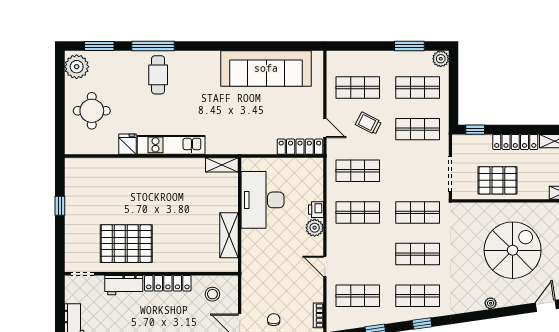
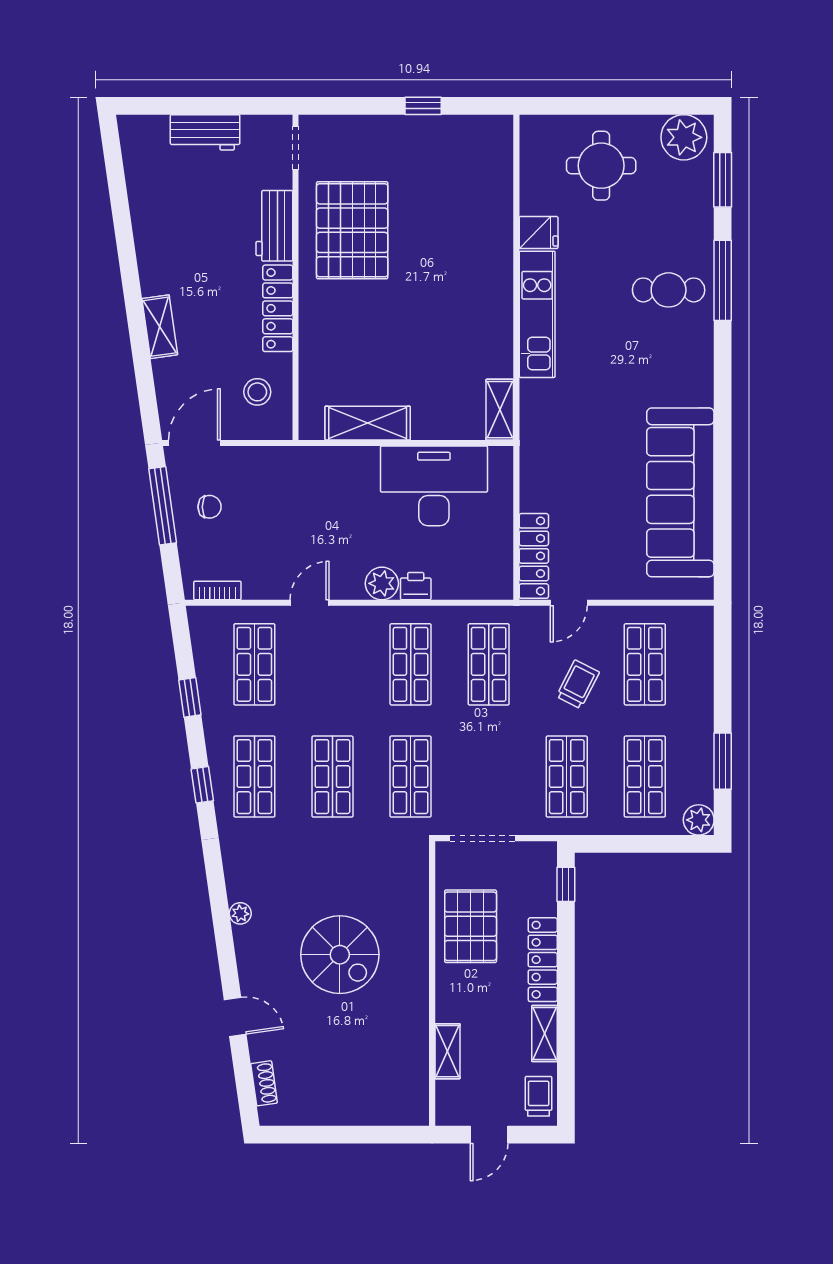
spiral stairs: (513, 250) -> (340, 955), width x0.73, depth x0.73

